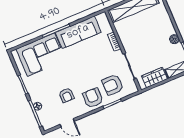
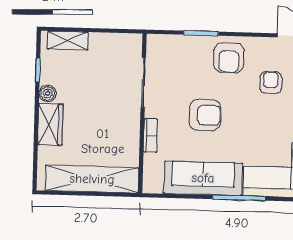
wardrobe: (154, 77) -> (50, 124), moved, turned -90
armchair: (113, 85) -> (205, 115), moved

